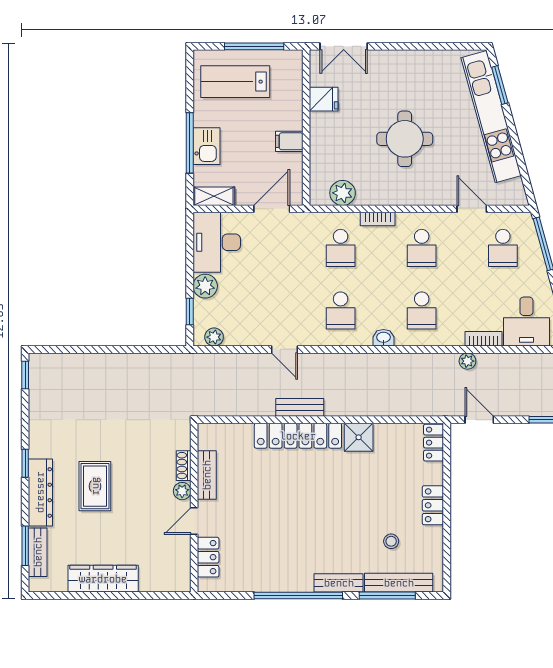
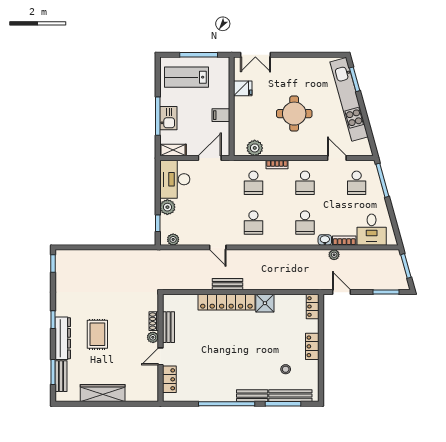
washbasin: (383, 338) -> (325, 240), moved

